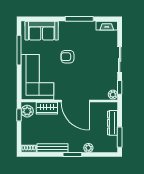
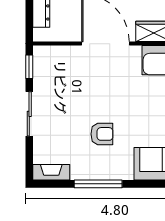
armchair: (67, 57) -> (102, 134), moved
plant: (113, 94) -> (41, 55), removed

